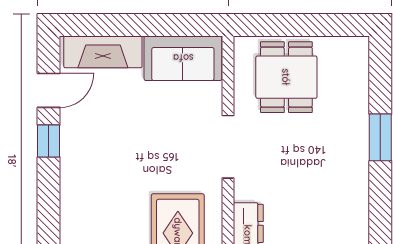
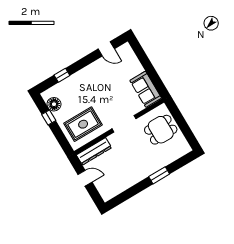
fireplace: (103, 52) -> (131, 60), removed
window: (49, 141) -> (62, 75), moved

